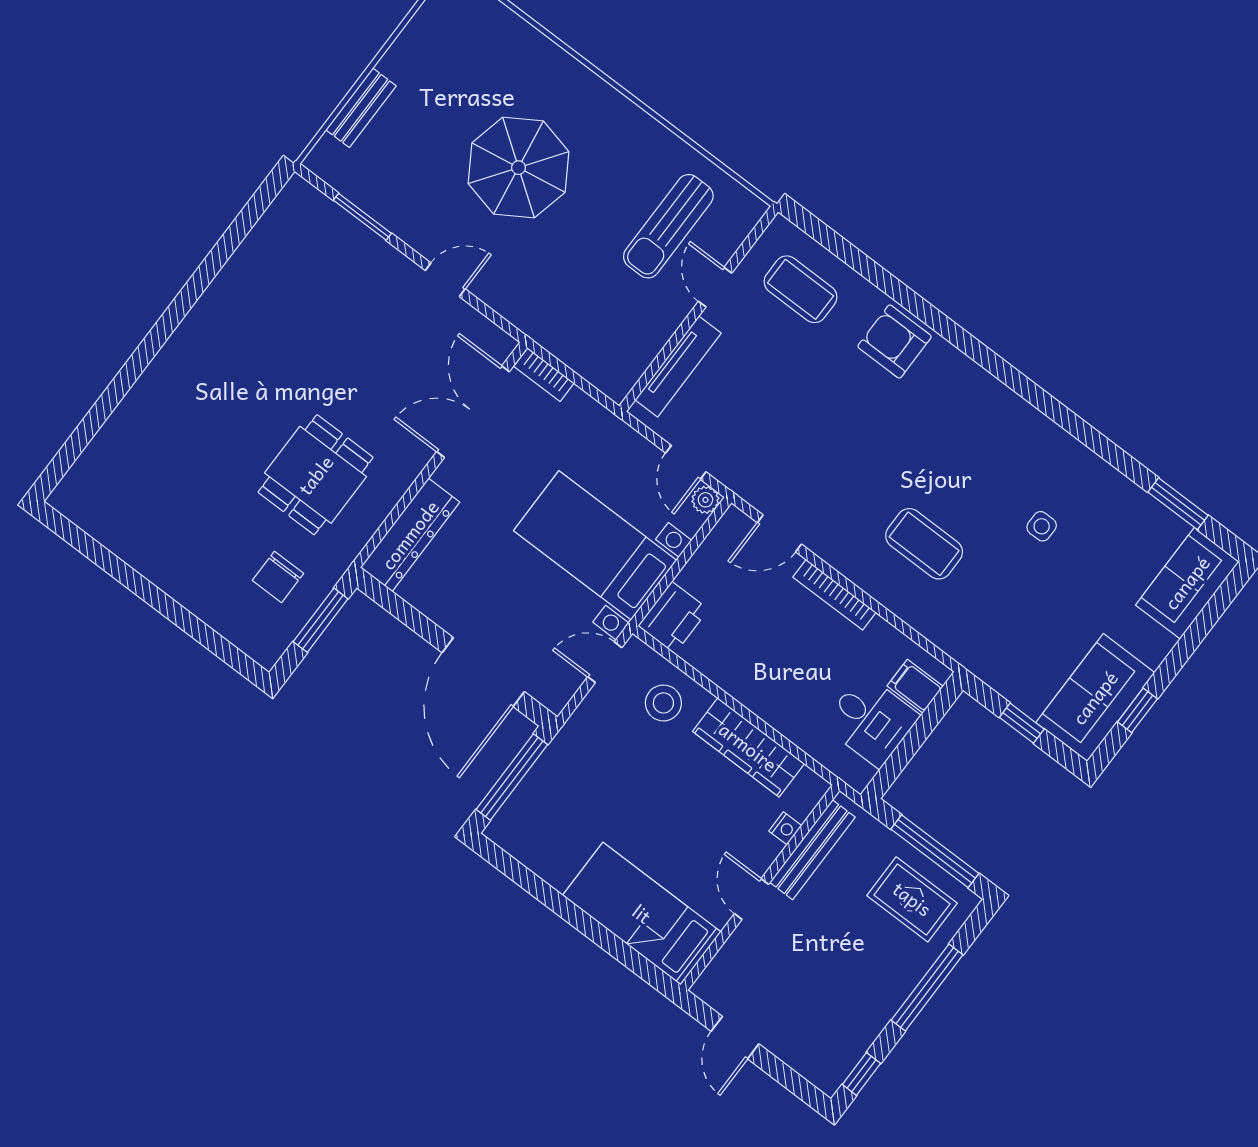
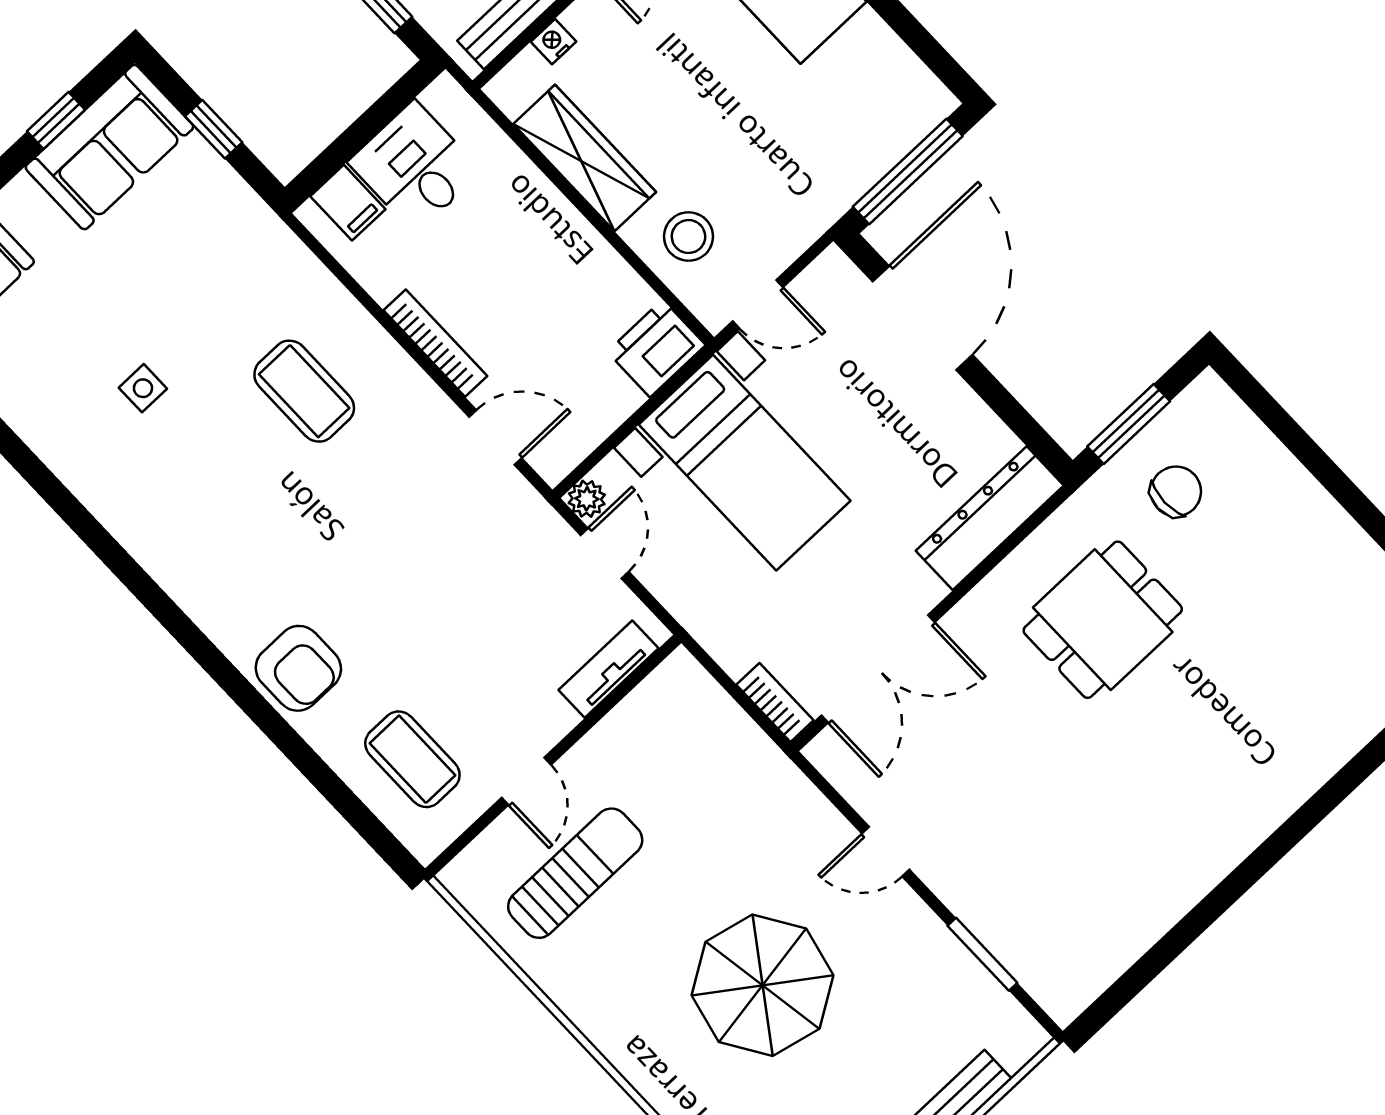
tv unit: (678, 367) -> (609, 669), width x0.71

